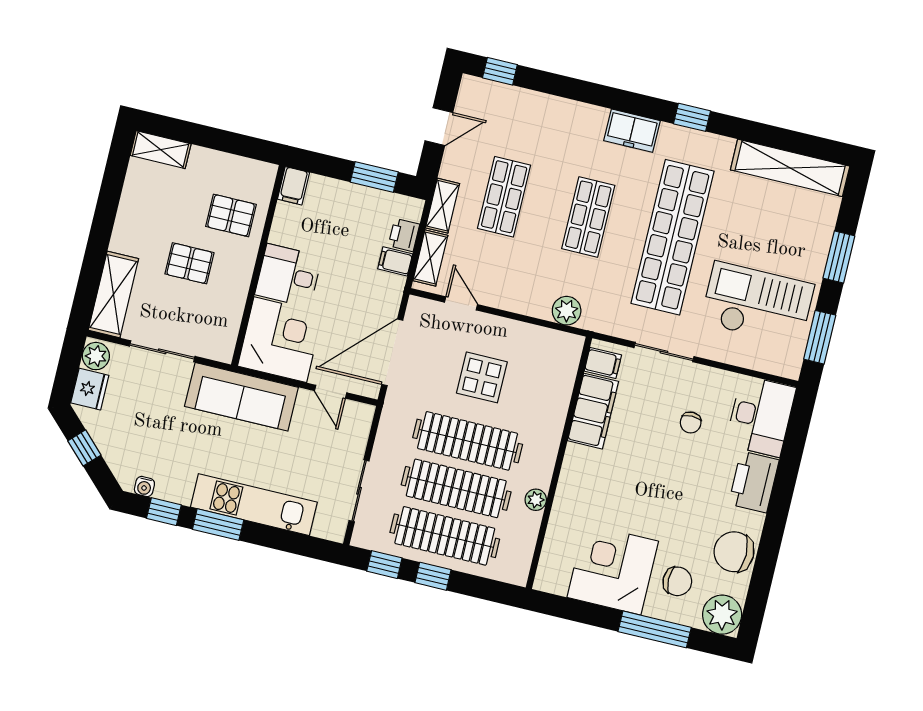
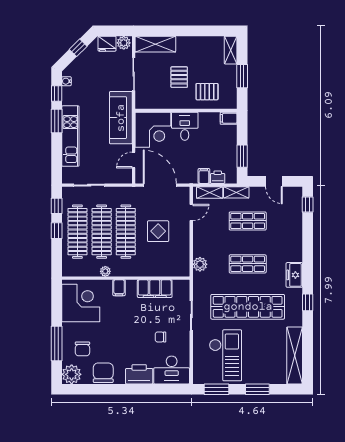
window: (217, 139) -> (242, 76), added
pallet: (231, 215) -> (207, 92), turned 90
filing cabinet: (603, 363) -> (119, 288), moved
corner desk: (613, 569) -> (81, 303), moved

